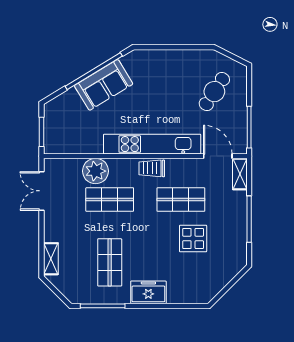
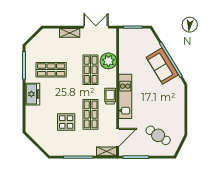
kitchen unit: (152, 144) -> (125, 96), width x0.73
shelving: (51, 259) -> (70, 33), moved

